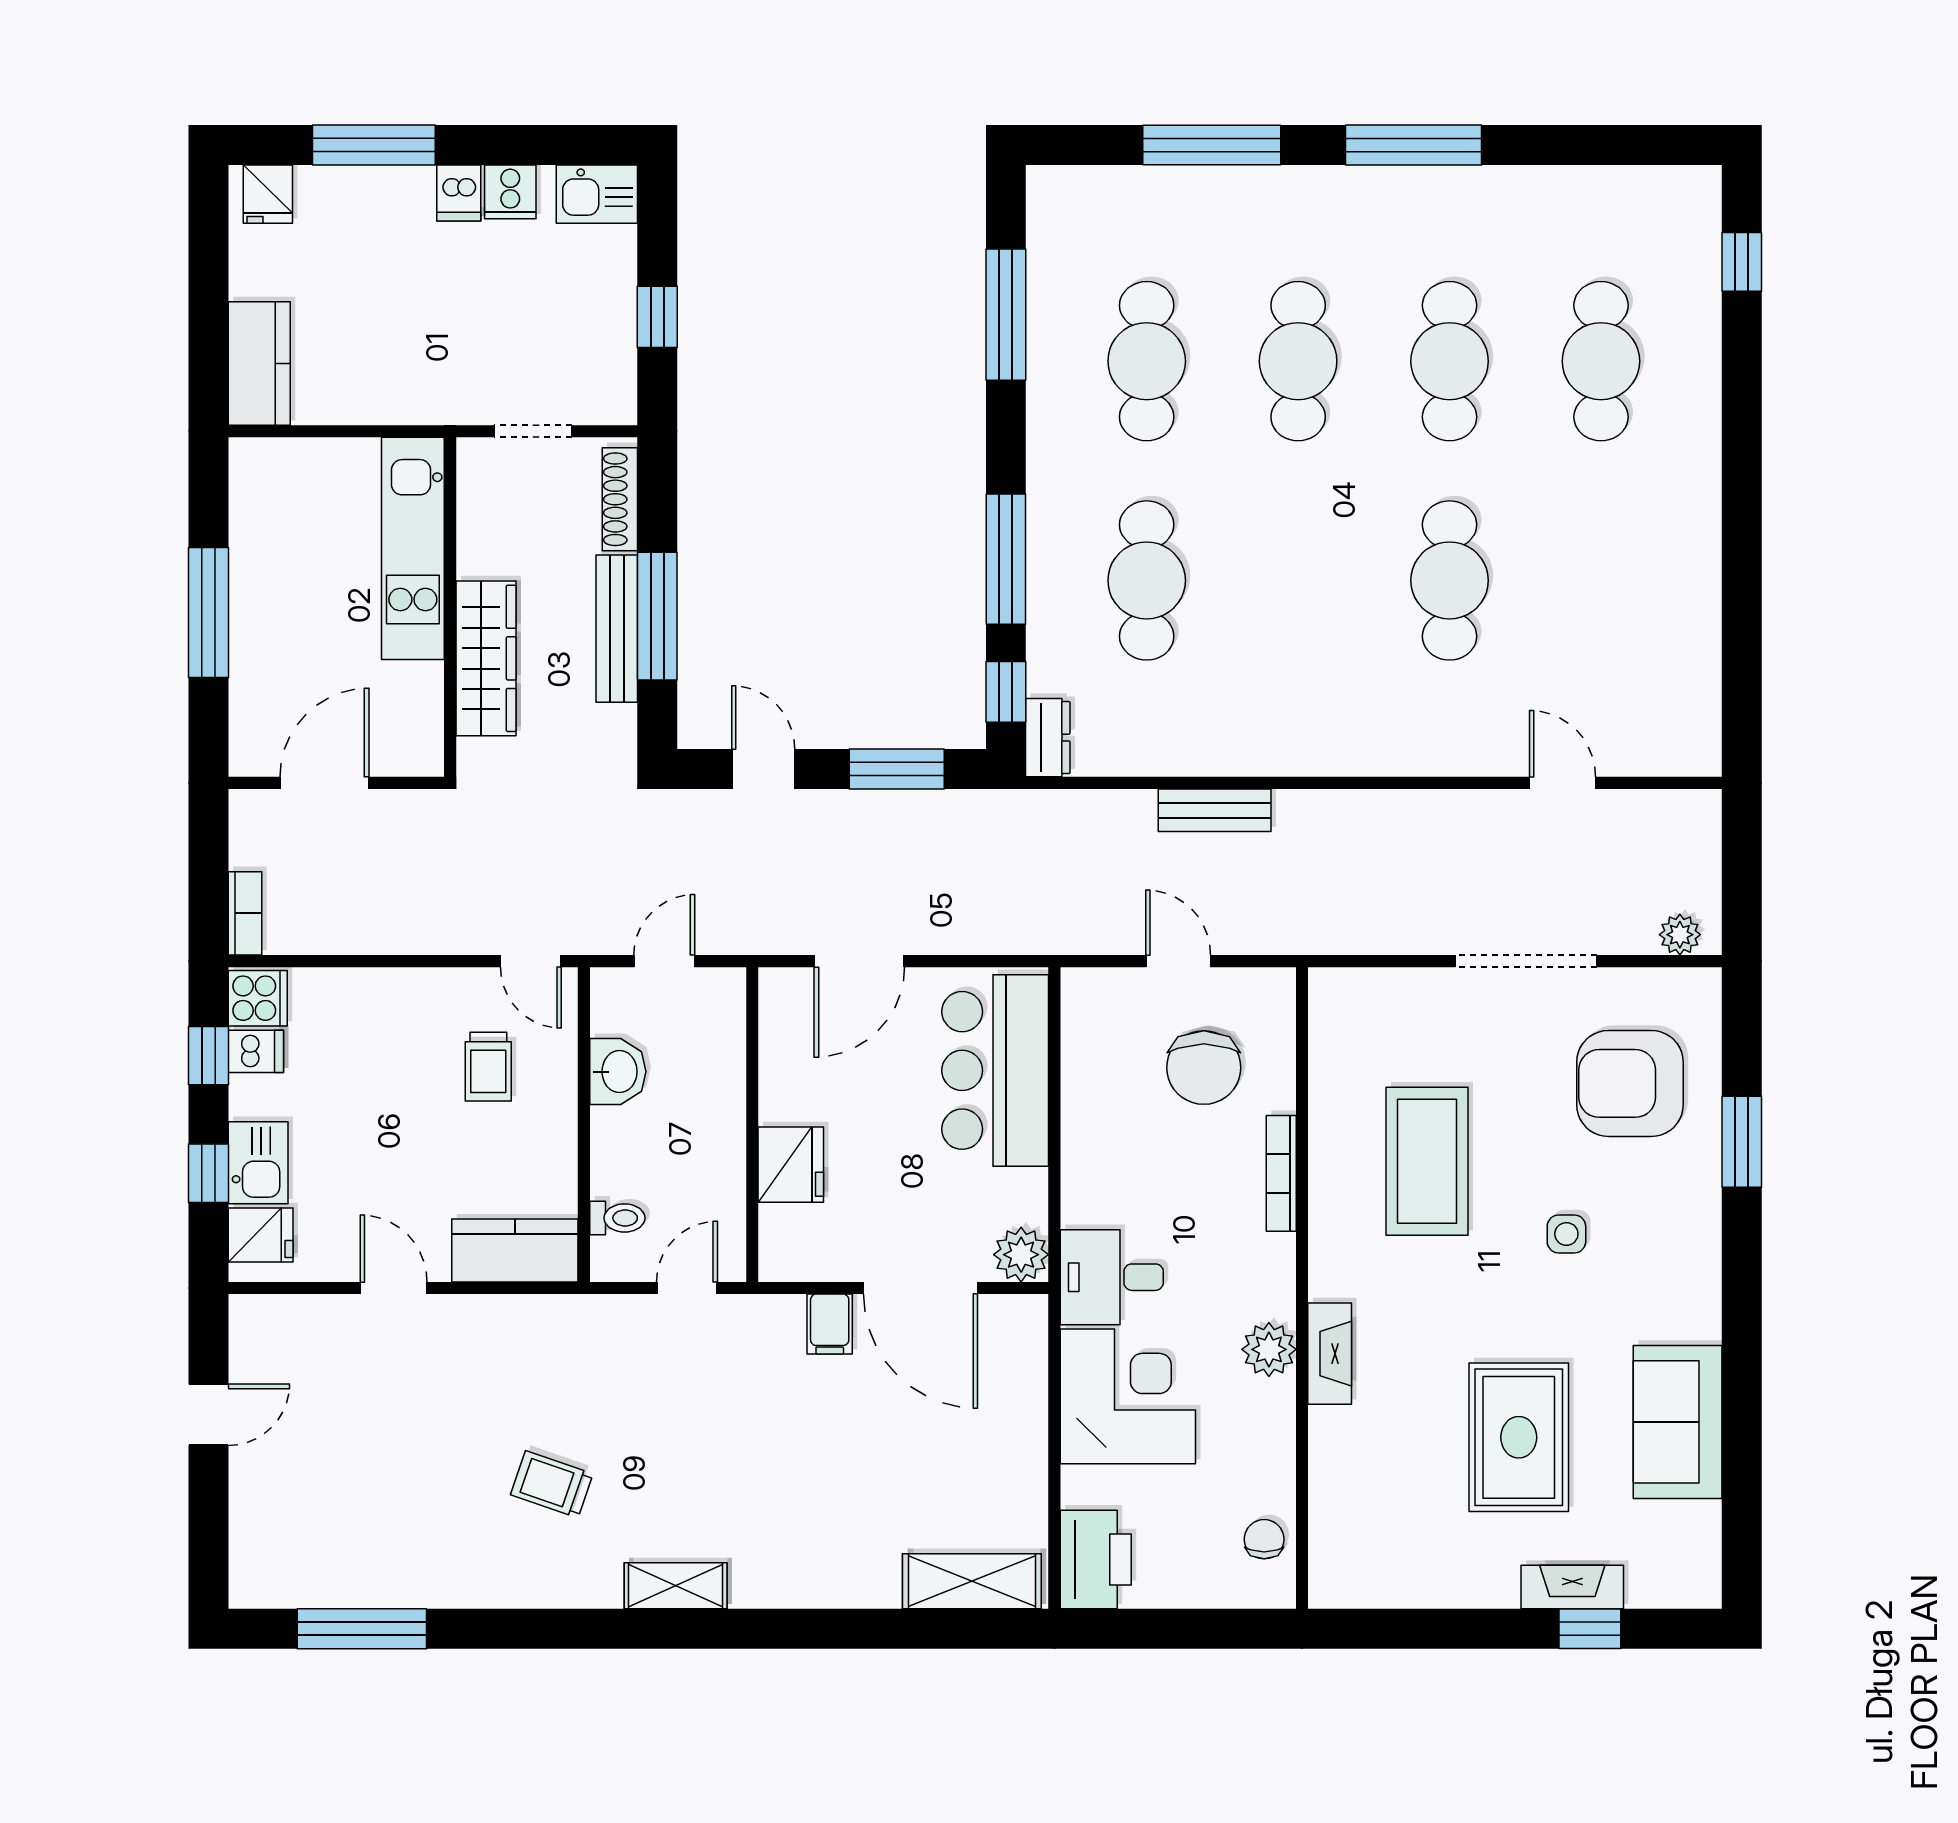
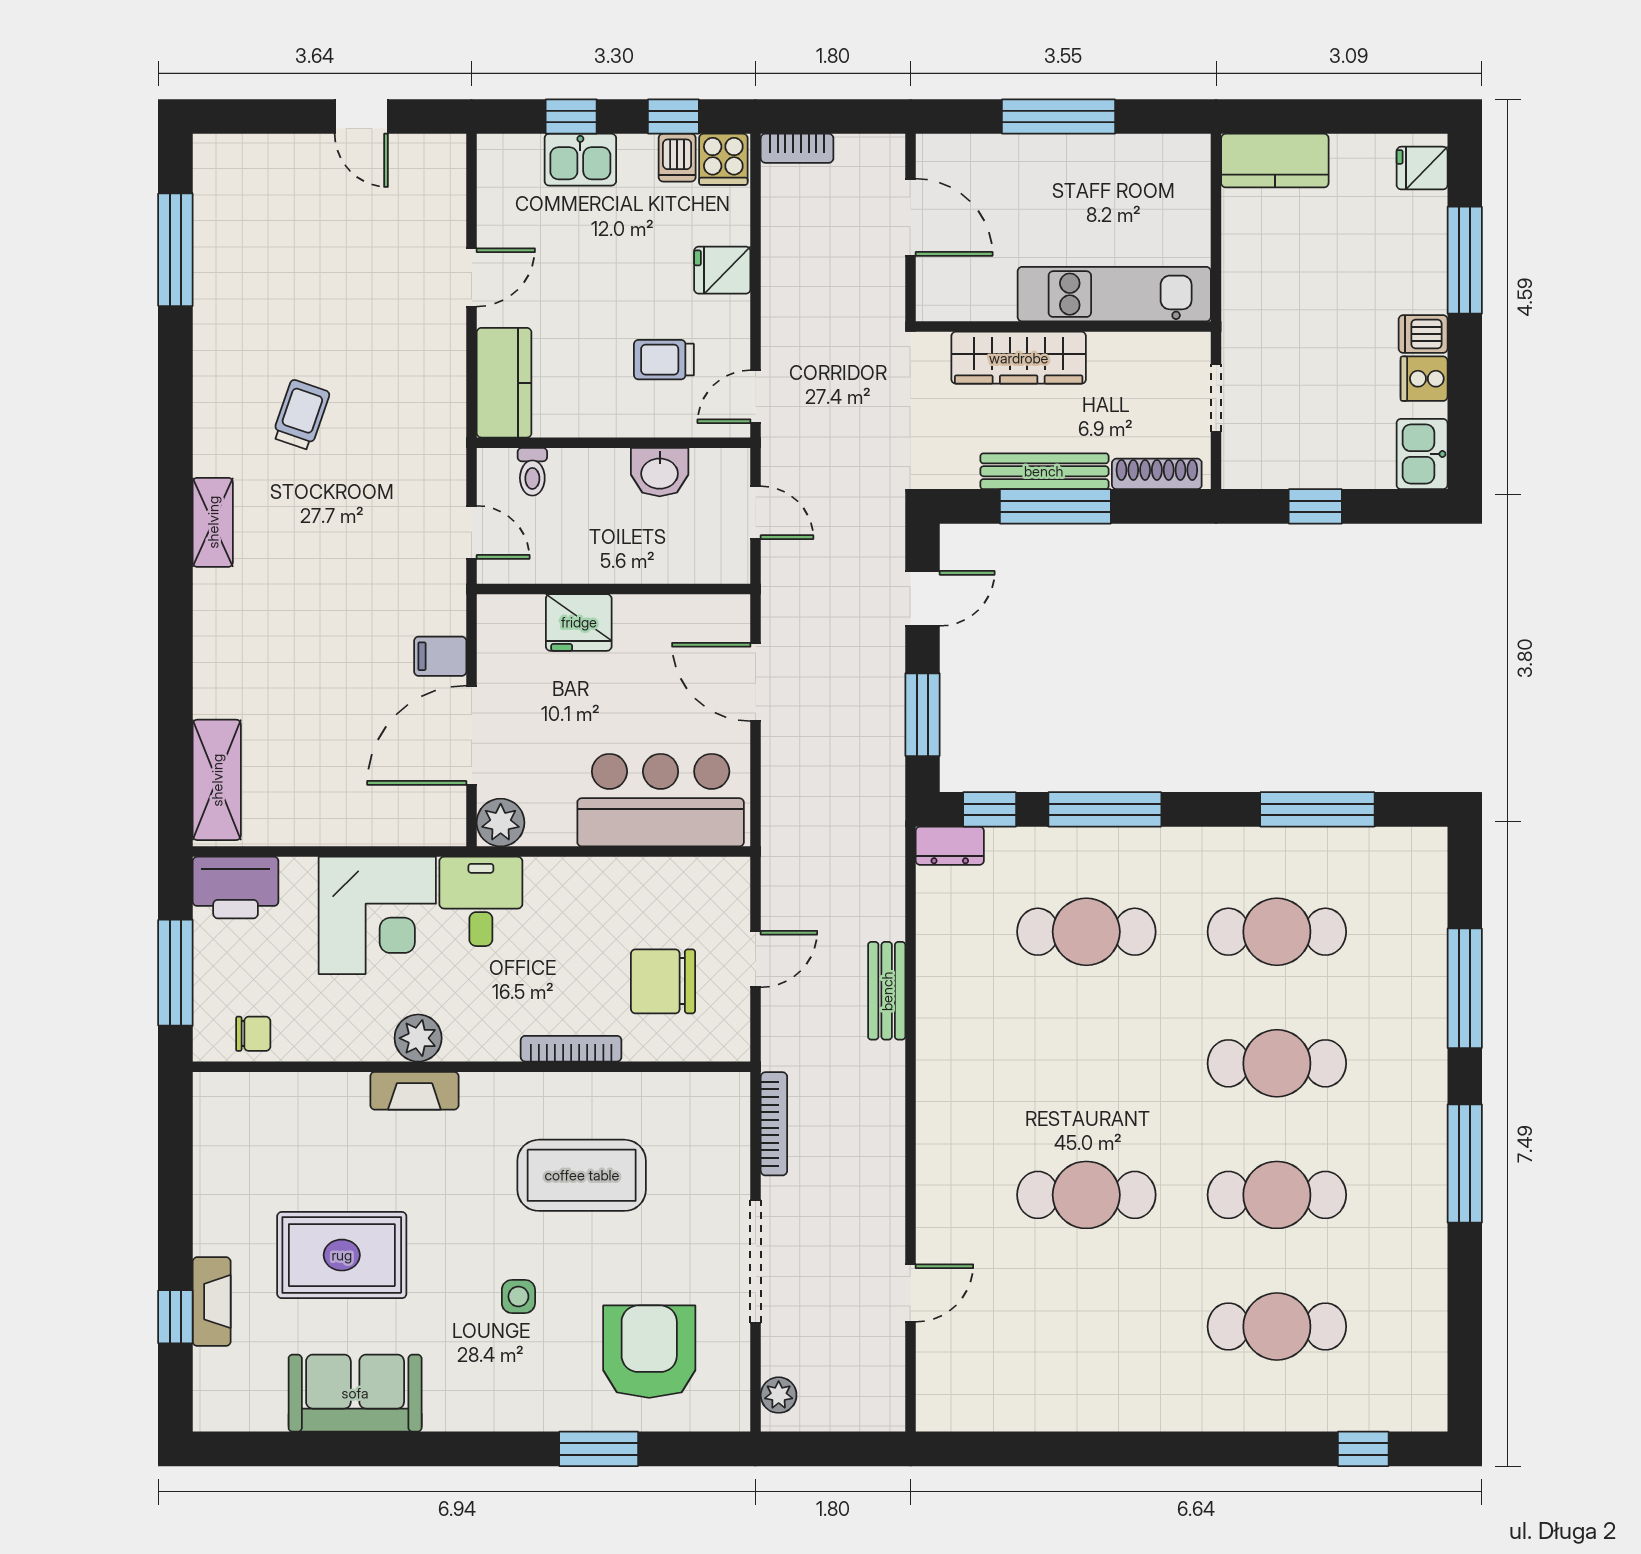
bookcase: (1368, 940) -> (774, 1124), added
fridge: (261, 1235) -> (722, 270), moved, turned 90
window: (1194, 1629) -> (175, 973), added

